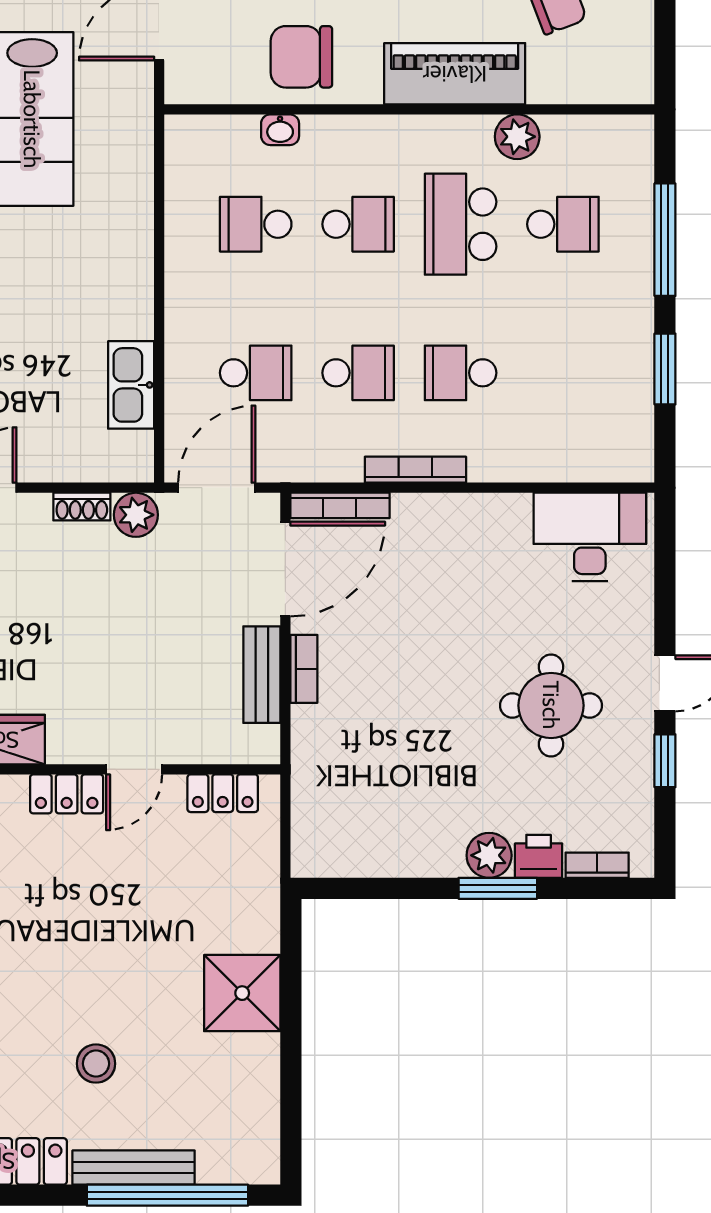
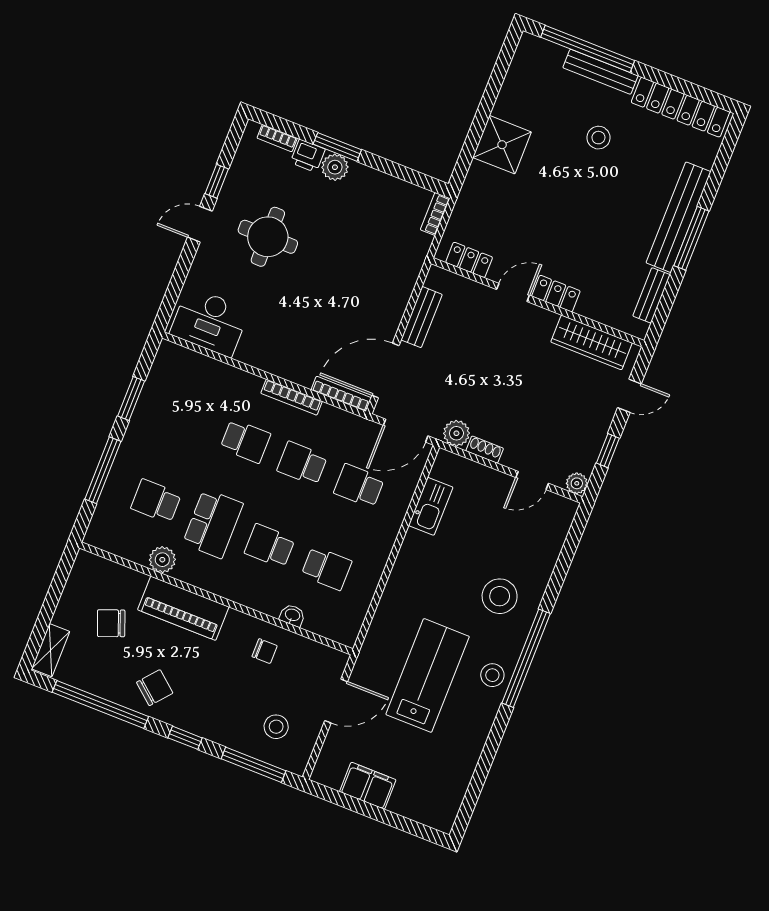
chair: (301, 57) -> (265, 651), width x0.54, depth x0.54
bookcase: (304, 669) -> (435, 214), moved

